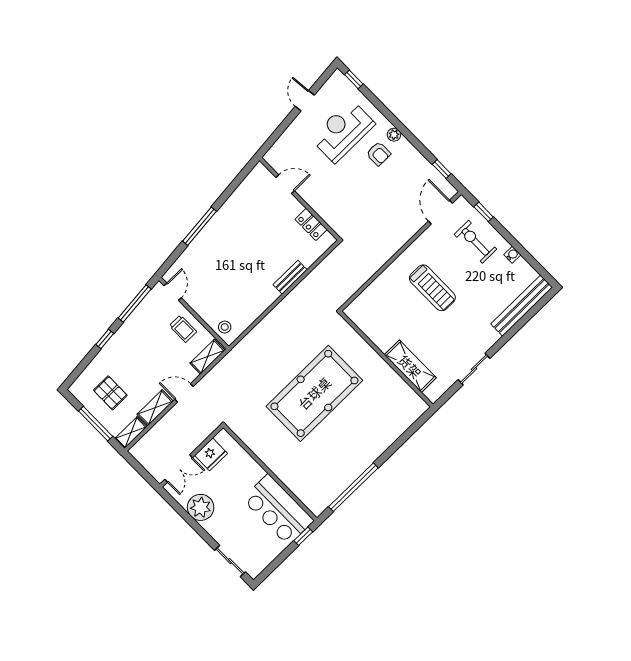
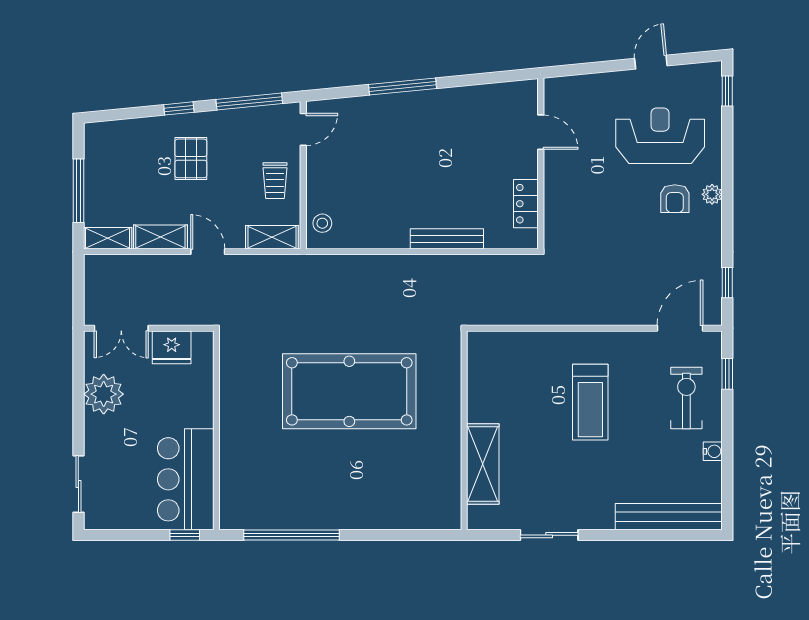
bench: (290, 277) -> (447, 239), width x1.36
pallet: (110, 393) -> (191, 158), moved

